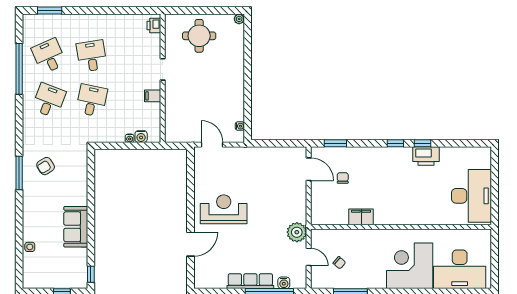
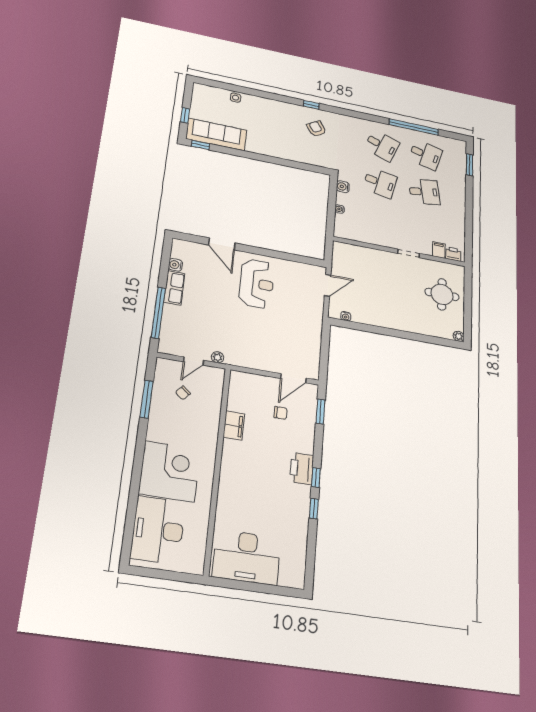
desk: (49, 56) -> (425, 155), turned 39
filing cabinet: (153, 96) -> (439, 250), moved
water cooler: (141, 137) -> (343, 187), moved
printer: (426, 156) -> (302, 469), moved
window: (19, 173) -> (311, 105), width x0.46
sofa: (76, 227) -> (216, 134), moved, width x1.36
plant: (297, 232) -> (218, 357), width x0.53, depth x0.53
row of seats: (250, 281) -> (174, 288), width x0.68
water cooler: (284, 283) -> (175, 265), moved

